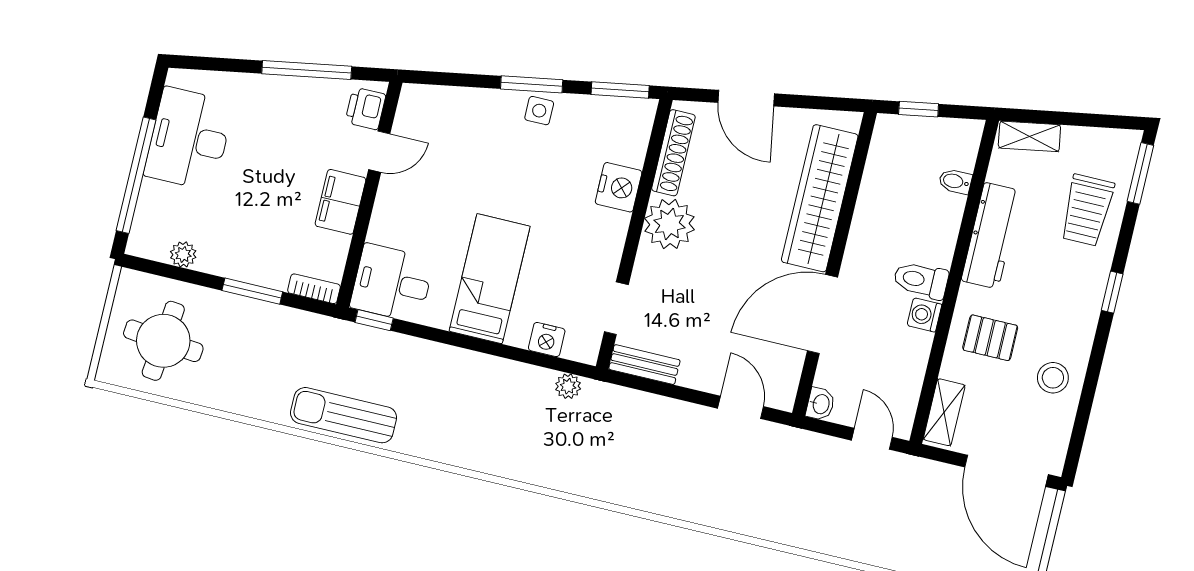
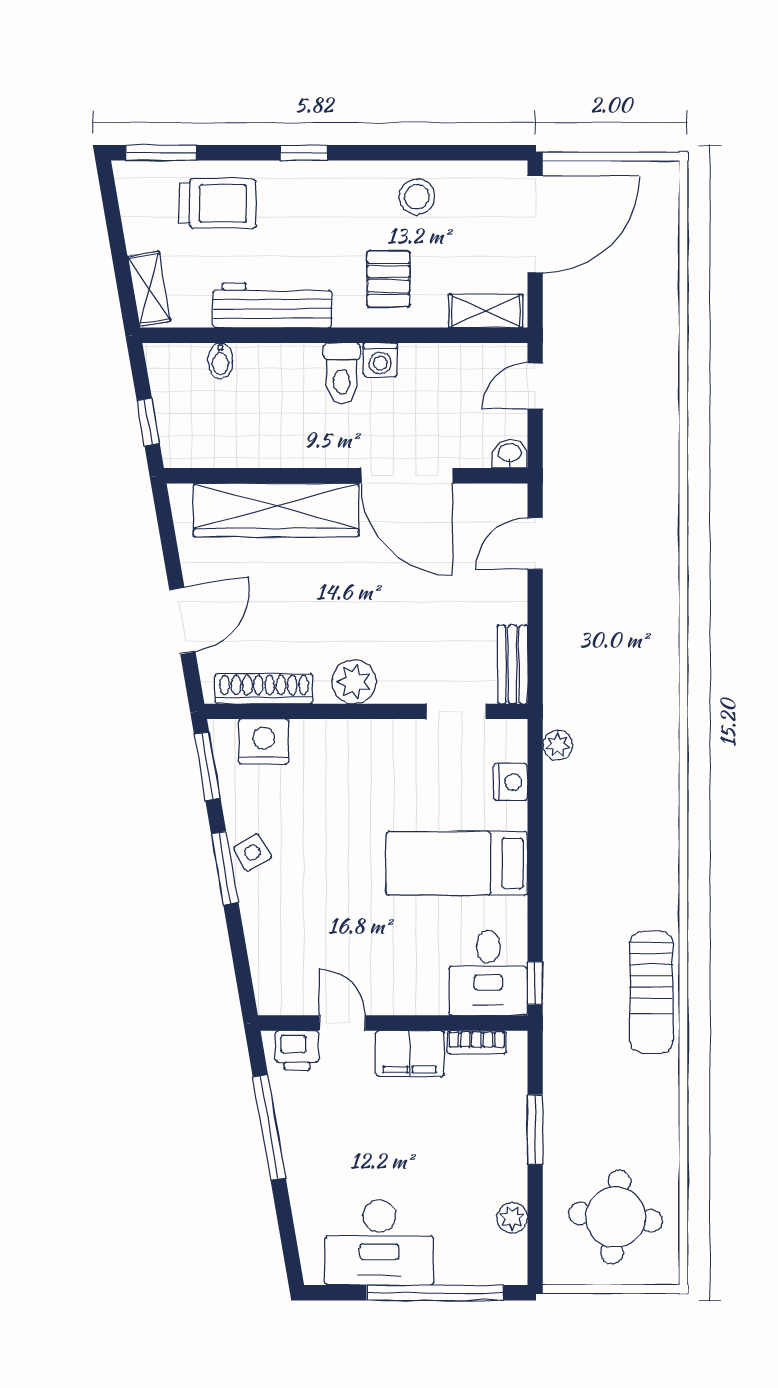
side table: (539, 111) -> (253, 852), turned -30
nightstand: (619, 187) -> (264, 742), moved
plant: (669, 224) -> (354, 682), width x0.73, depth x0.73
bookcase: (314, 289) -> (477, 1042), moved, turned -90

